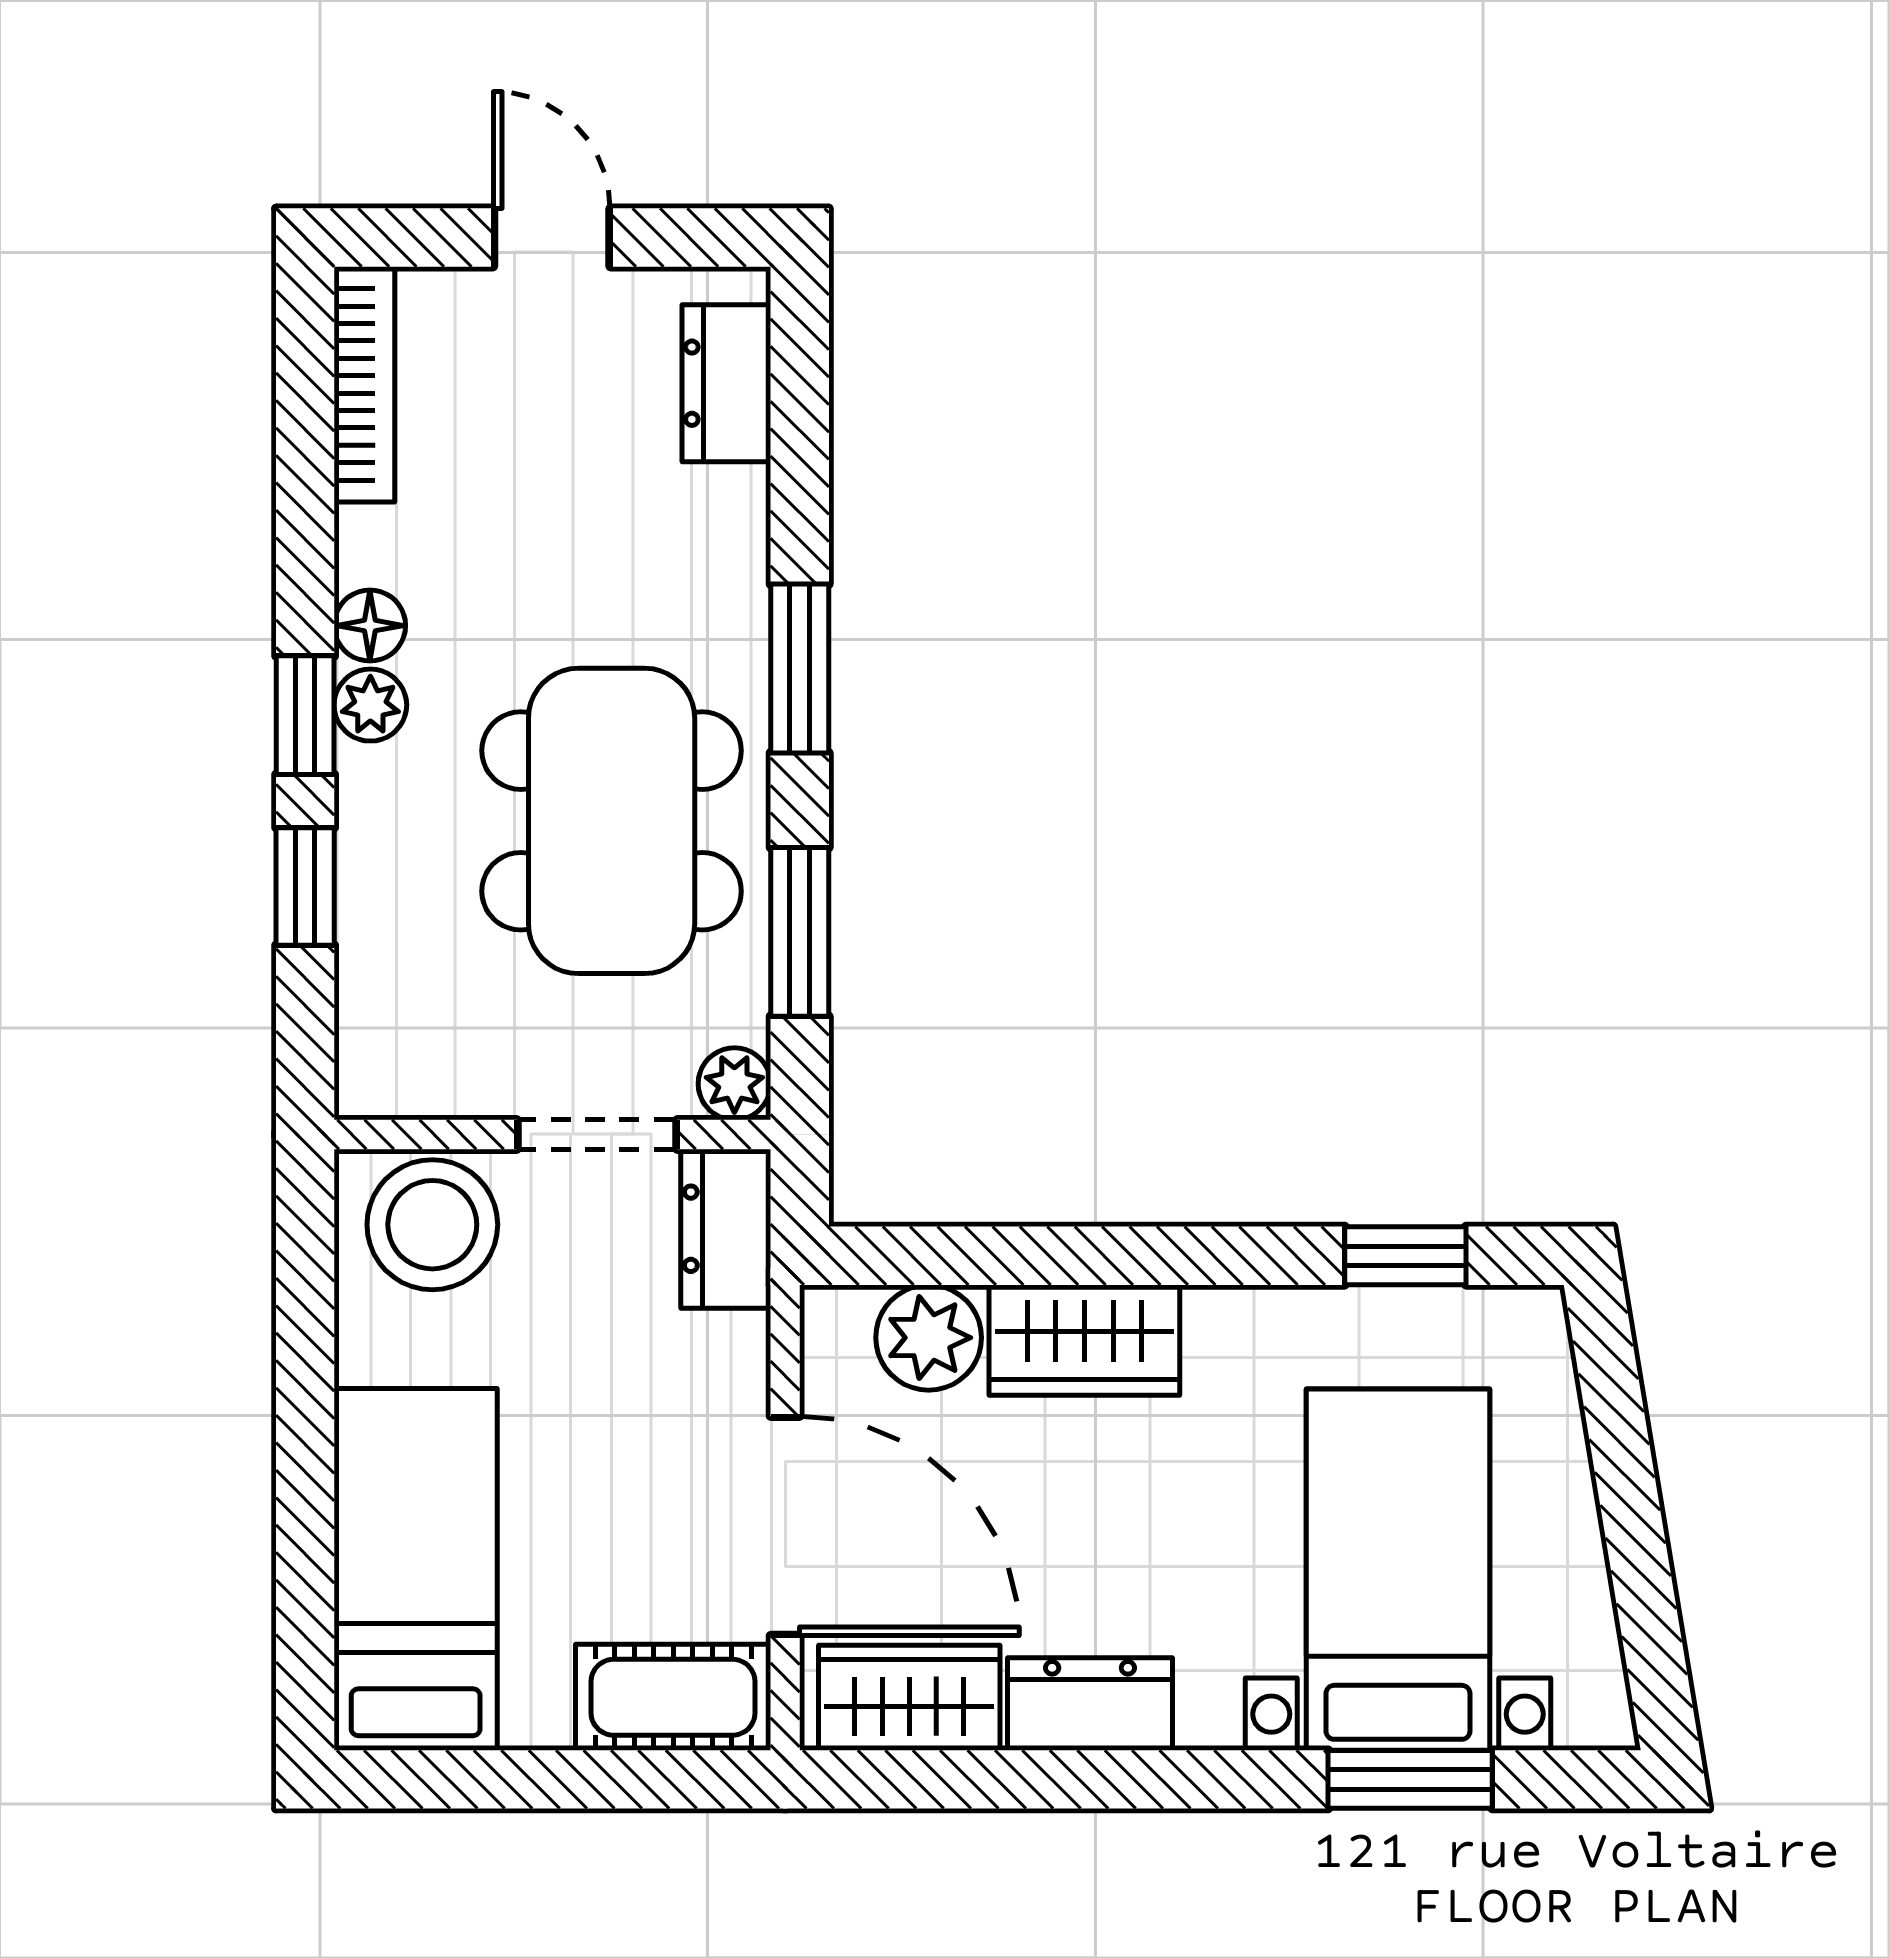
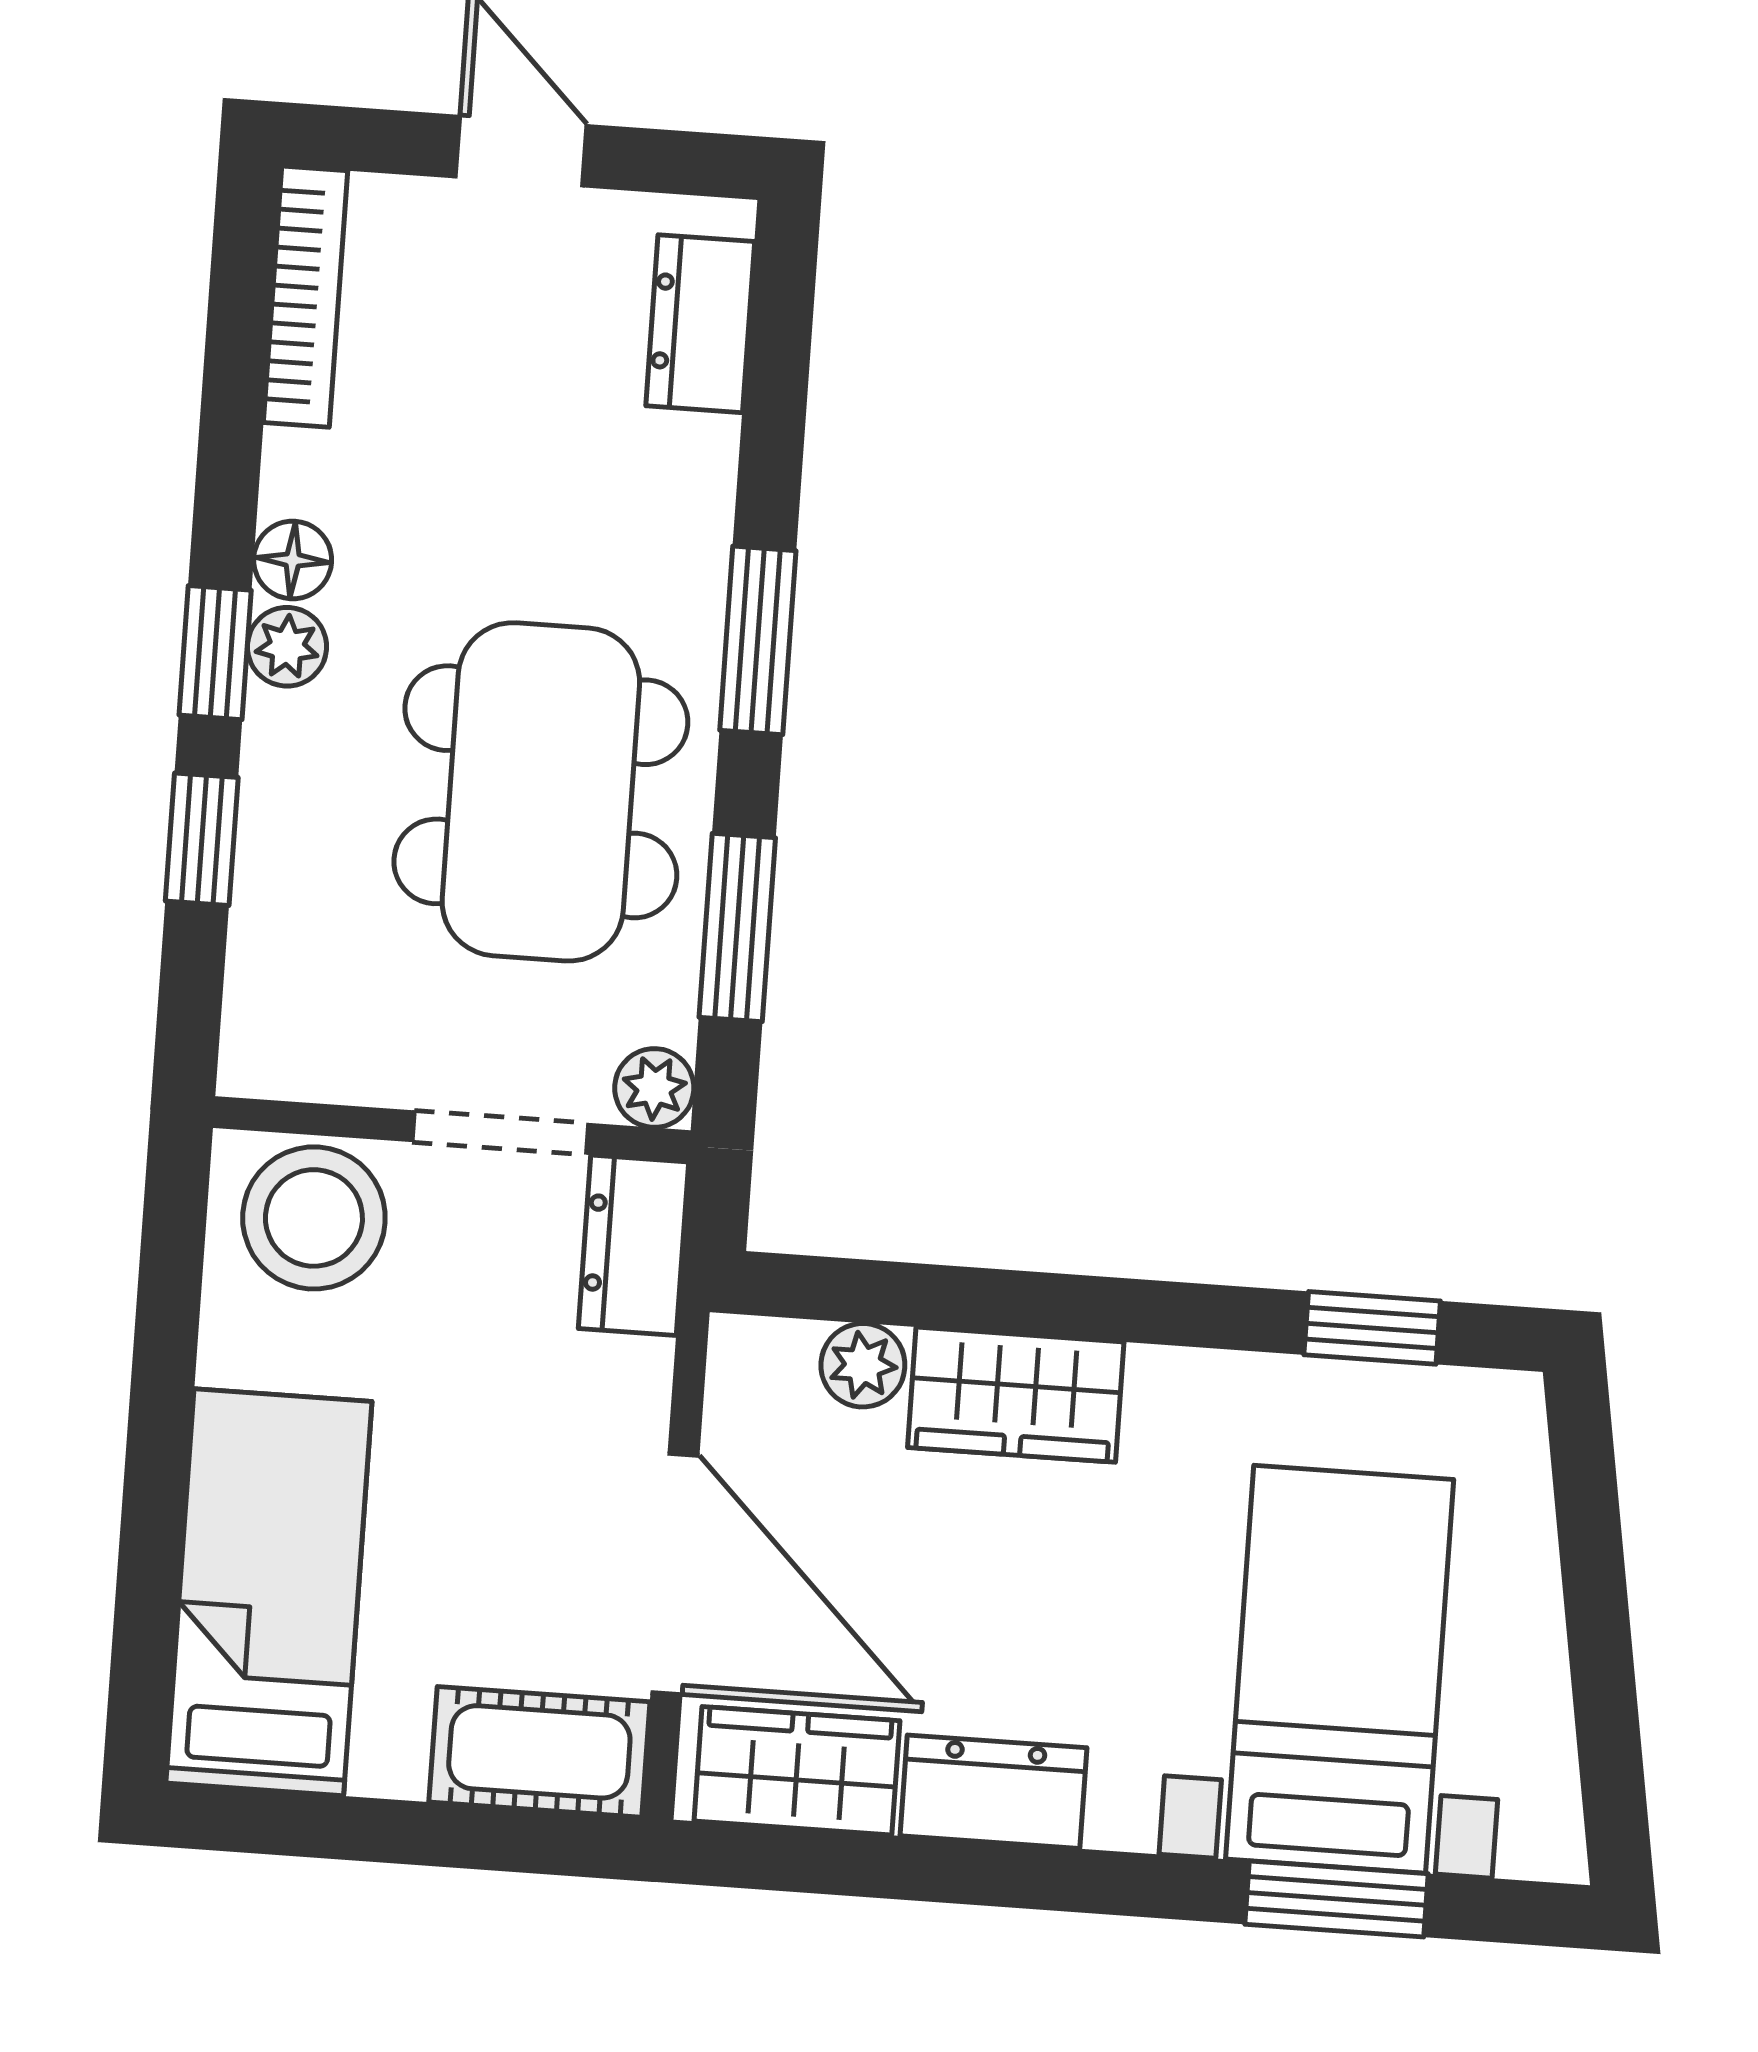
plant: (929, 1338) -> (863, 1365), width x0.73, depth x0.73

